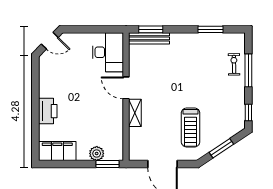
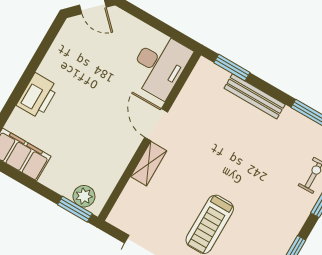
bench: (149, 38) -> (255, 96), moved
plant: (97, 153) -> (84, 196), moved

